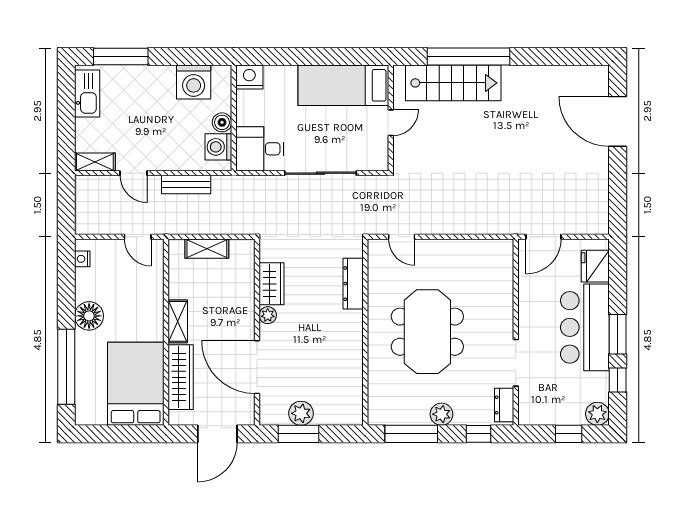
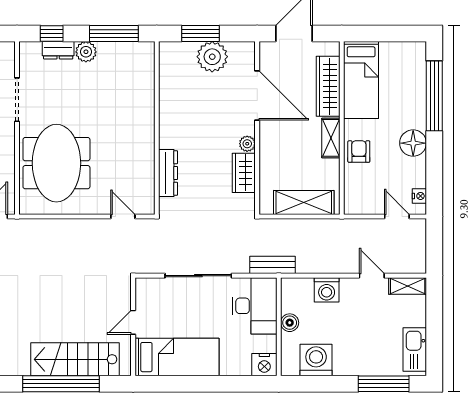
washing machine: (218, 147) -> (327, 290), moved, turned 90
desk: (260, 149) -> (255, 306), width x1.37
bench: (186, 185) -> (272, 265), moved
door: (138, 237) -> (397, 217), moved
shelving: (207, 249) -> (304, 202), width x1.50, depth x1.33
armchair: (147, 307) -> (359, 152), added
meeting table: (427, 332) -> (56, 163), moved
bed: (136, 384) -> (361, 80), width x0.67
dresser: (504, 405) -> (58, 50), moved, turned 90
plant: (301, 413) -> (212, 57), width x1.36, depth x1.36
window: (298, 434) -> (200, 33), moved

